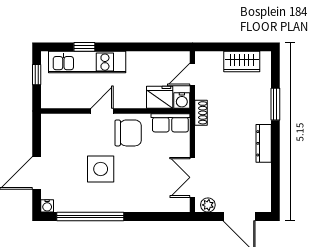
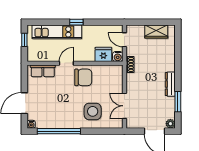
window: (84, 47) -> (76, 22), moved
door: (192, 74) -> (124, 40), hinge flipped
window: (275, 104) -> (178, 102), moved
row of seats: (170, 123) -> (43, 71), moved
side table: (101, 169) -> (93, 111), moved
plant: (208, 205) -> (170, 124), moved

